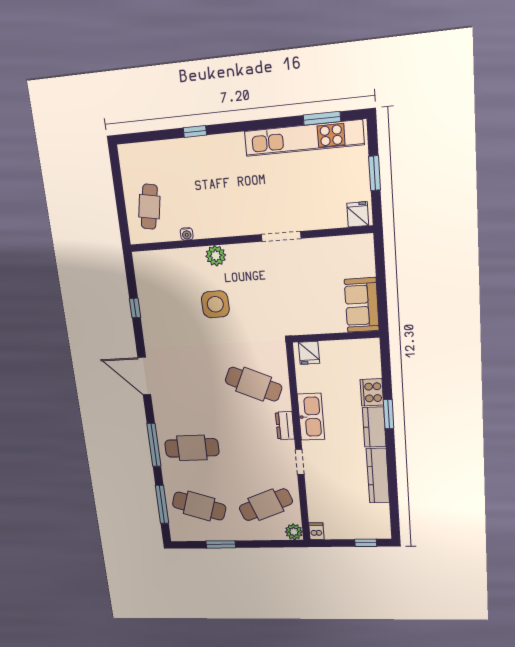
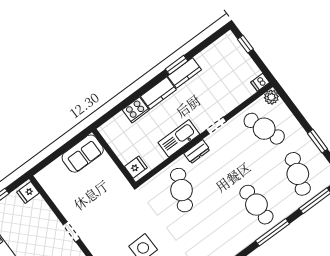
doorway: (281, 236) -> (72, 232), width x0.73
window: (389, 414) -> (177, 65), moved
kitchen counter: (378, 476) -> (185, 73), width x0.67

